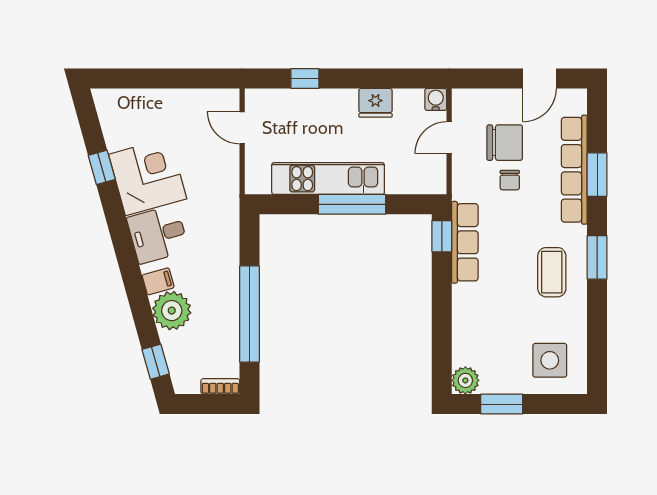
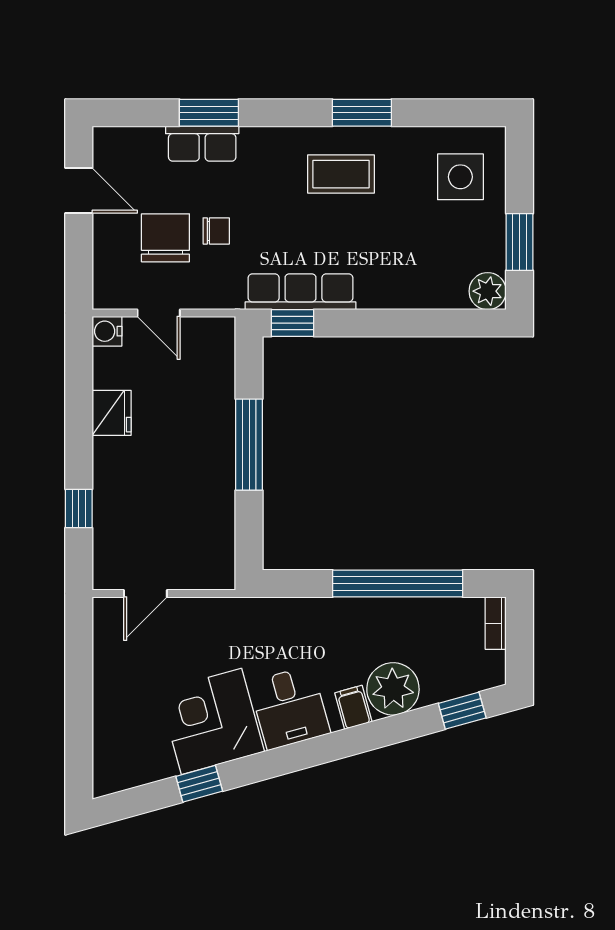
row of seats: (574, 170) -> (202, 144), width x0.50
kitchen unit: (328, 179) -> (214, 477), removed
window: (597, 257) -> (362, 113), moved

